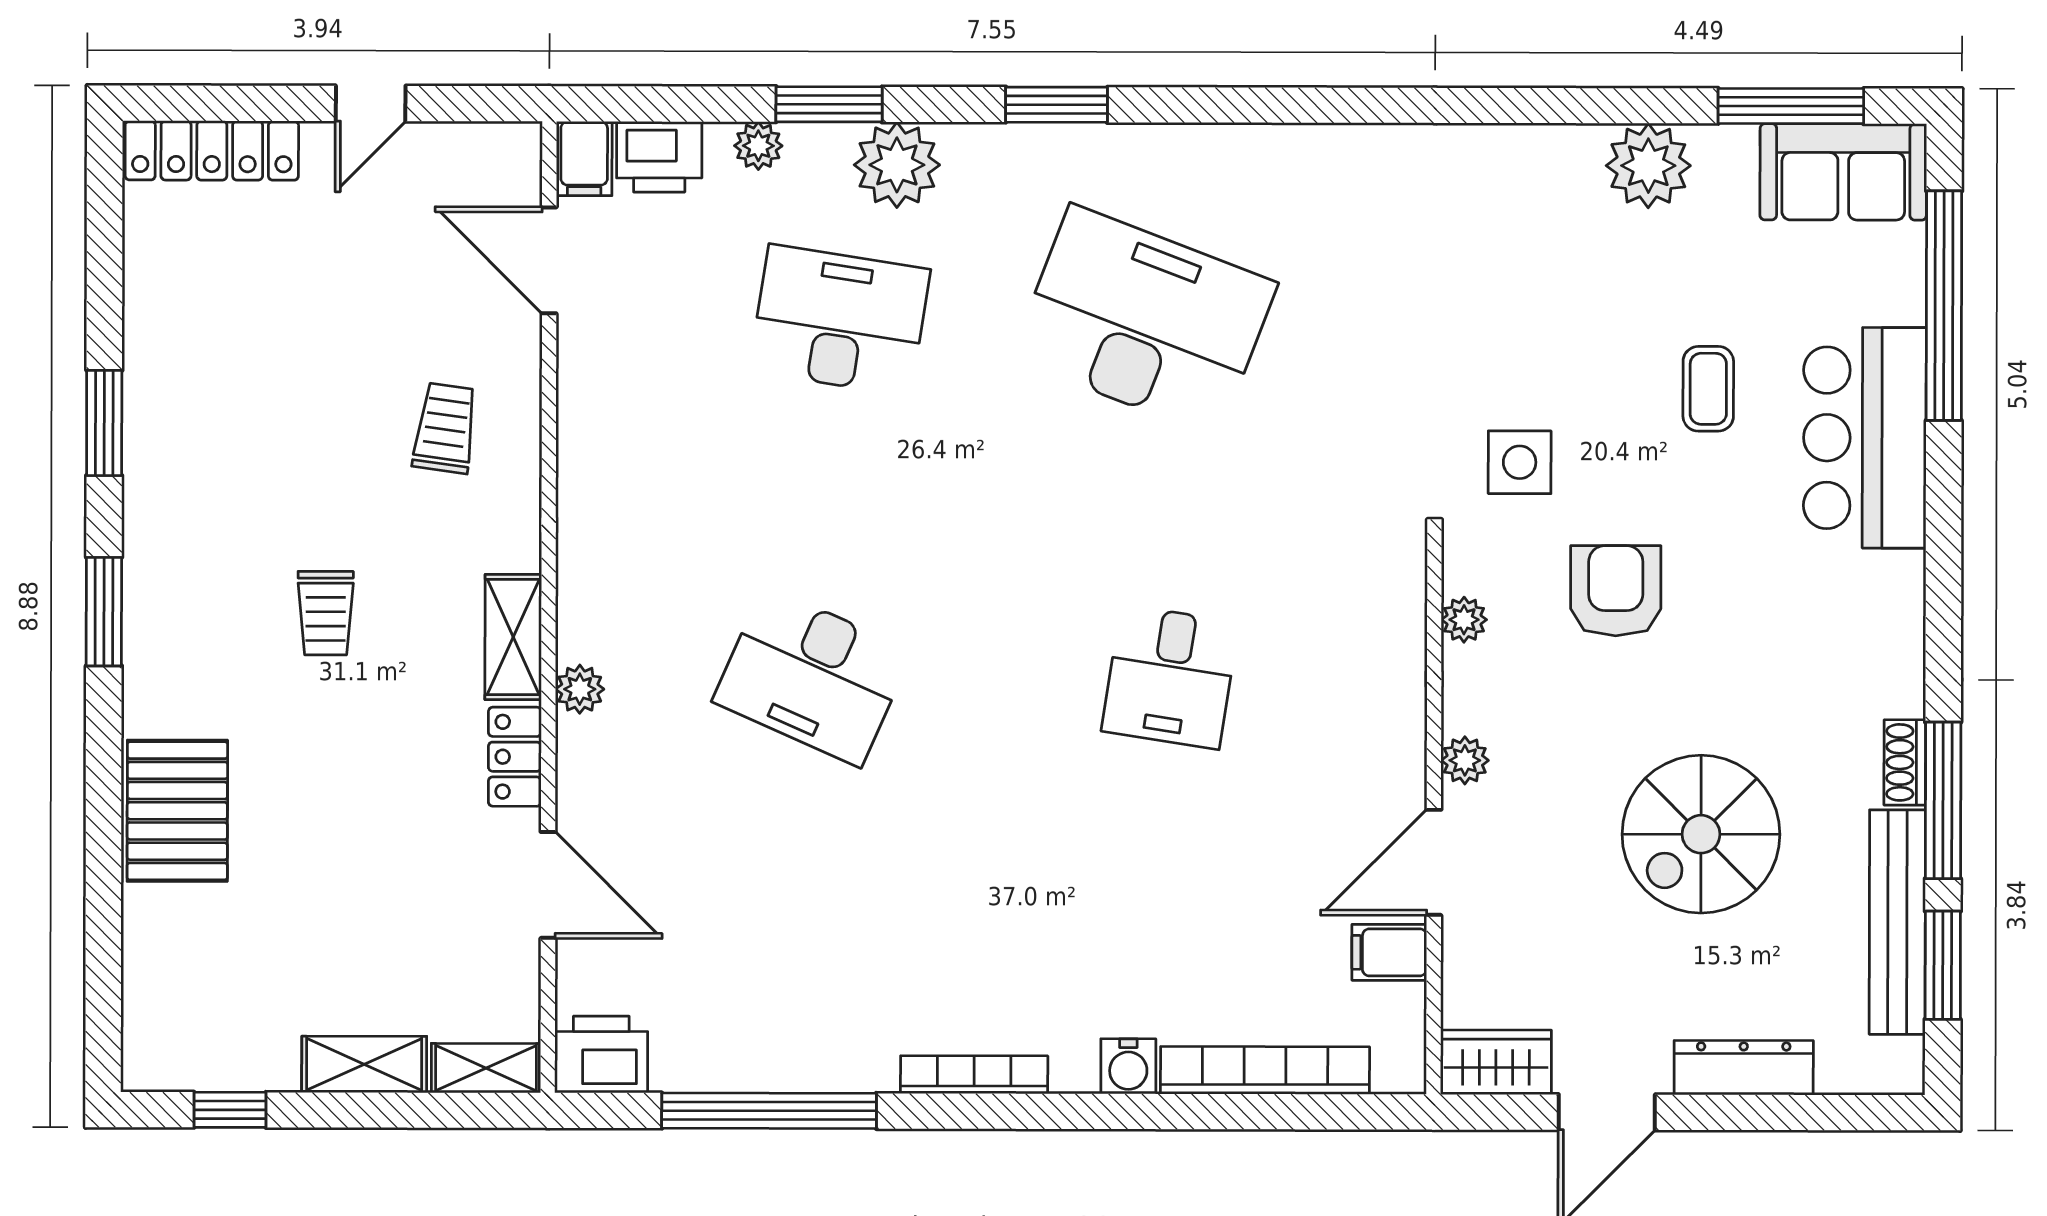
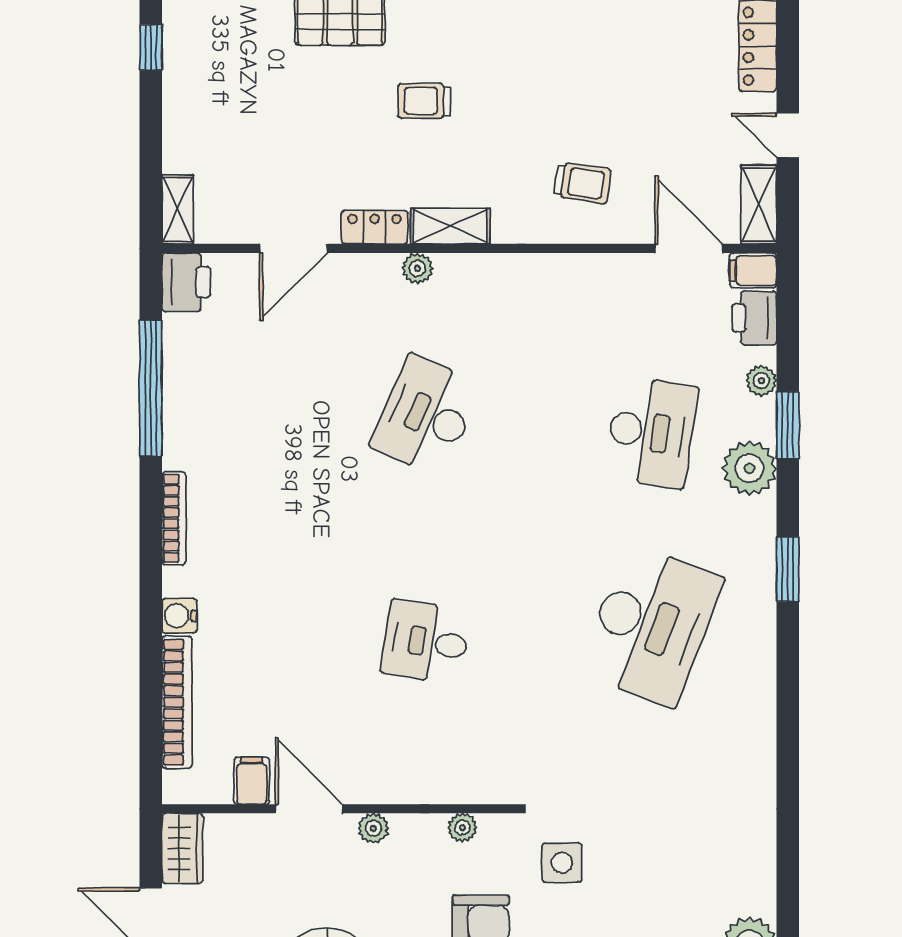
door: (549, 260) -> (689, 248), hinge flipped
trolley: (326, 613) -> (425, 101), moved
shelving: (364, 1064) -> (759, 204), moved

